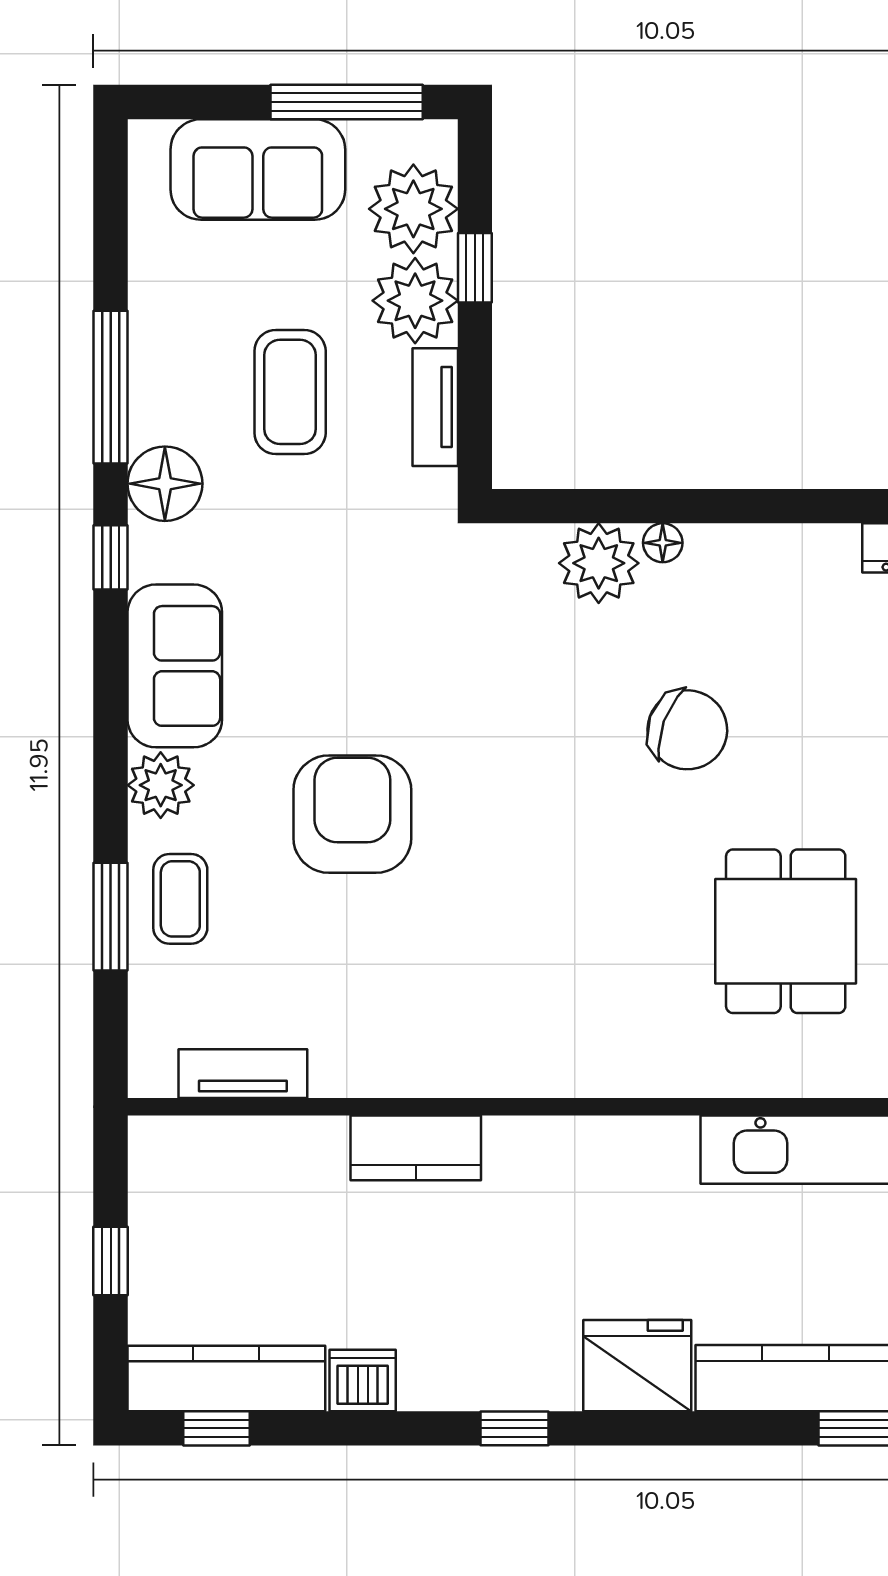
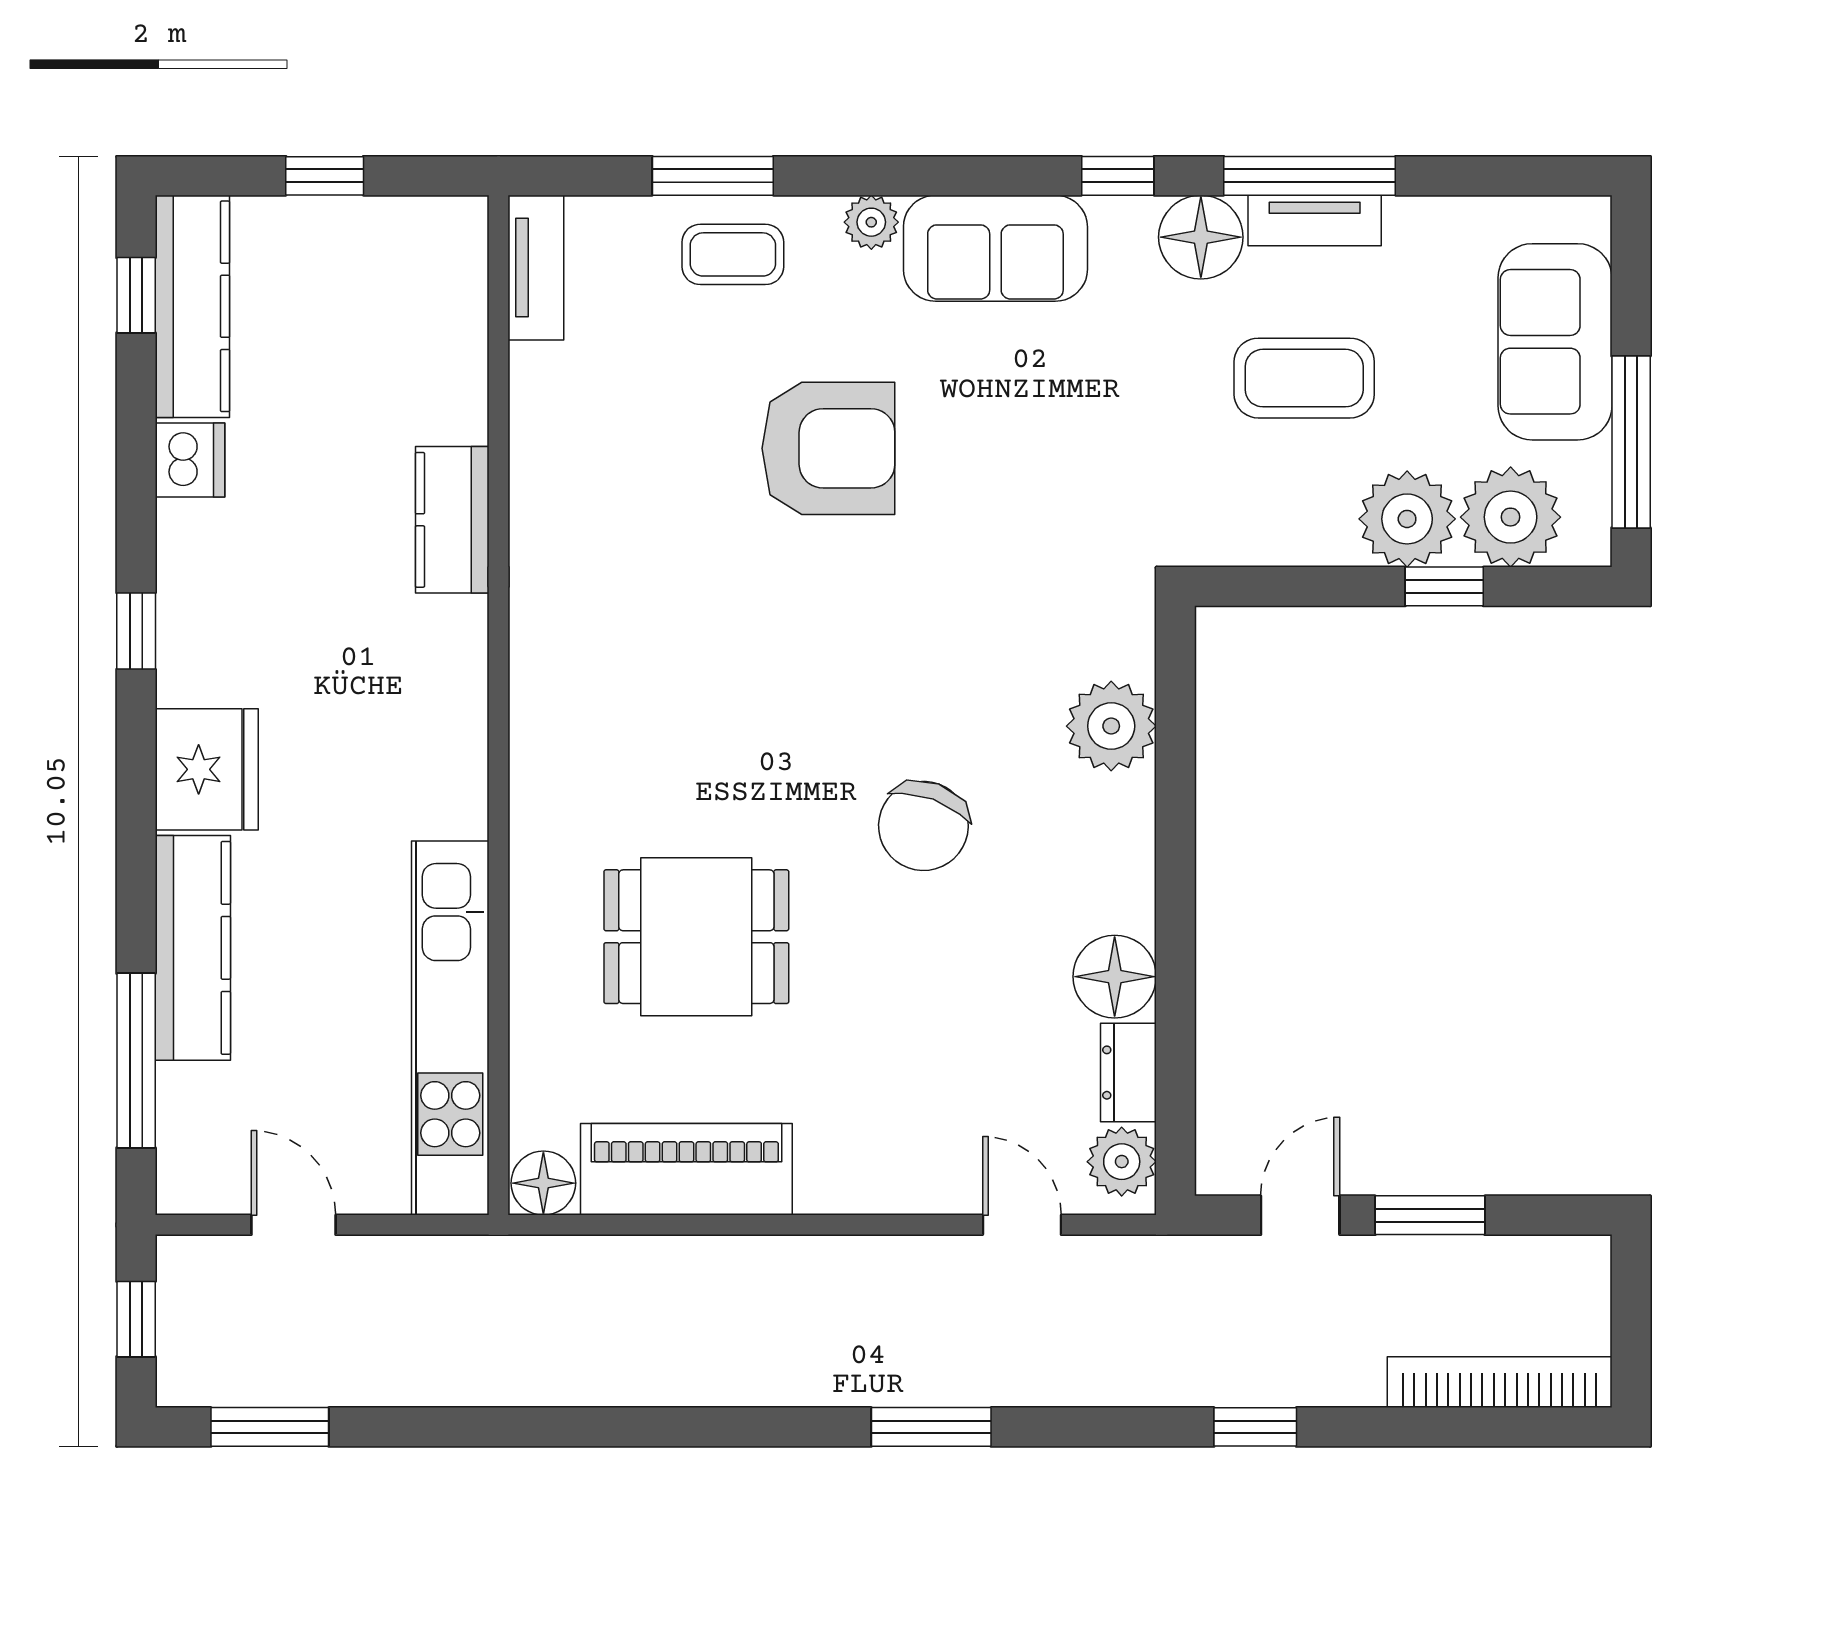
tv unit: (435, 407) -> (1315, 220), moved, turned 180
floor lamp: (663, 543) -> (1115, 977), moved, width x1.89, depth x1.89
plant: (161, 785) -> (871, 222), width x0.73, depth x0.73
tv unit: (243, 1074) -> (536, 268), moved

